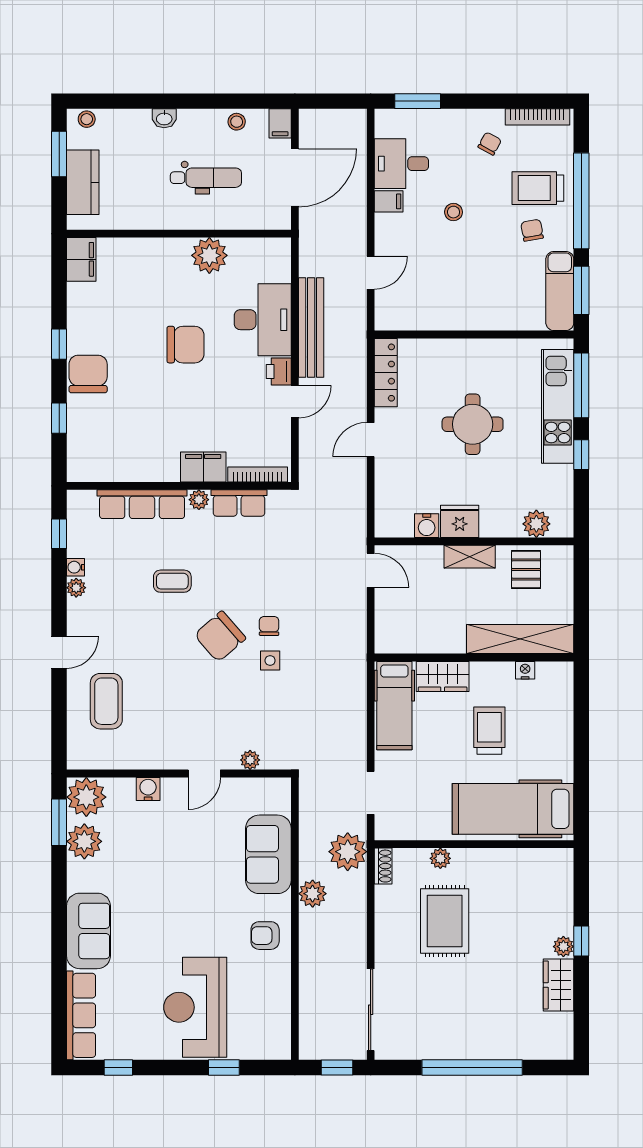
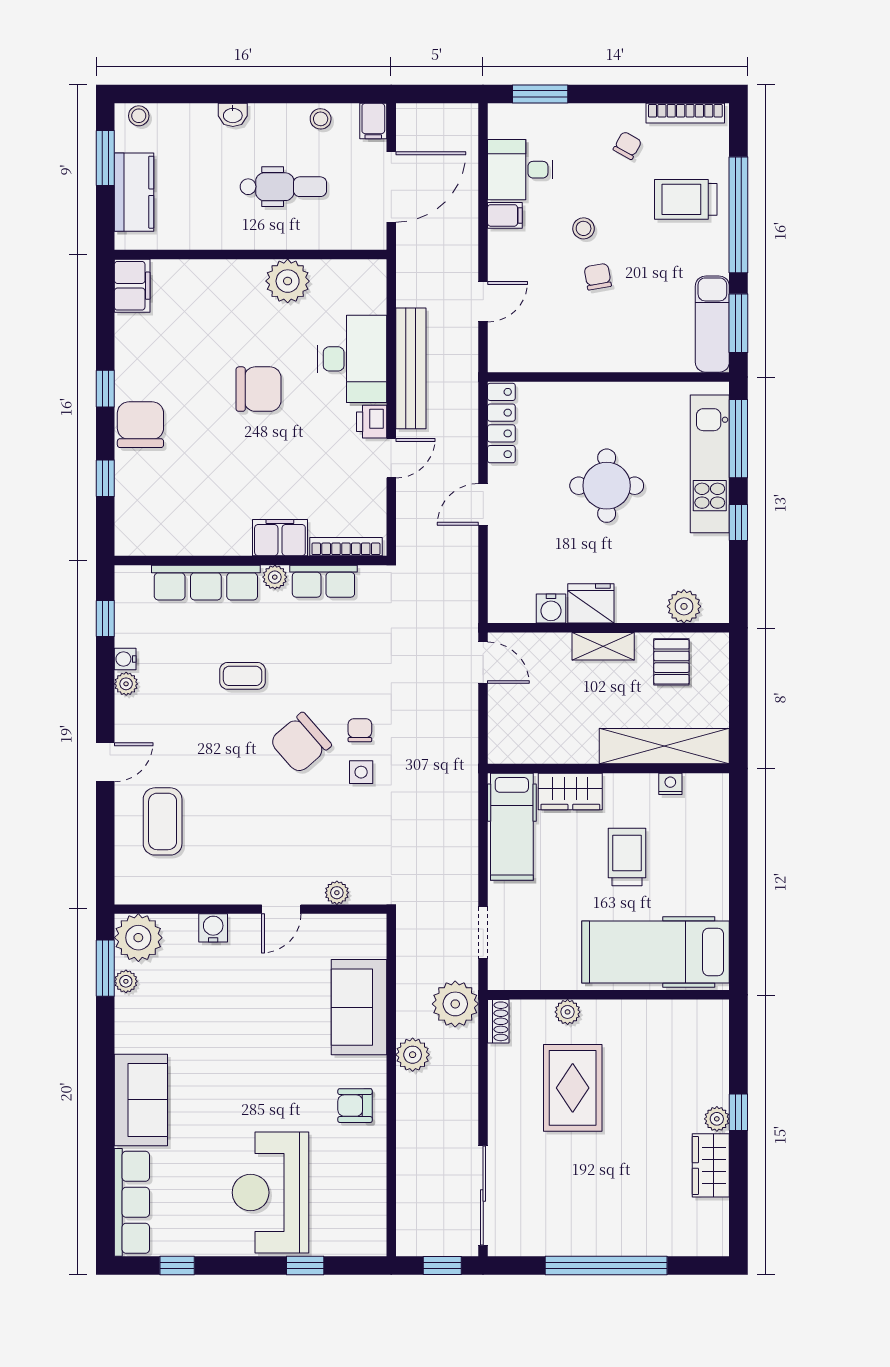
chair: (532, 230) -> (598, 277), moved
plant: (84, 841) -> (126, 981), width x0.53, depth x0.53

